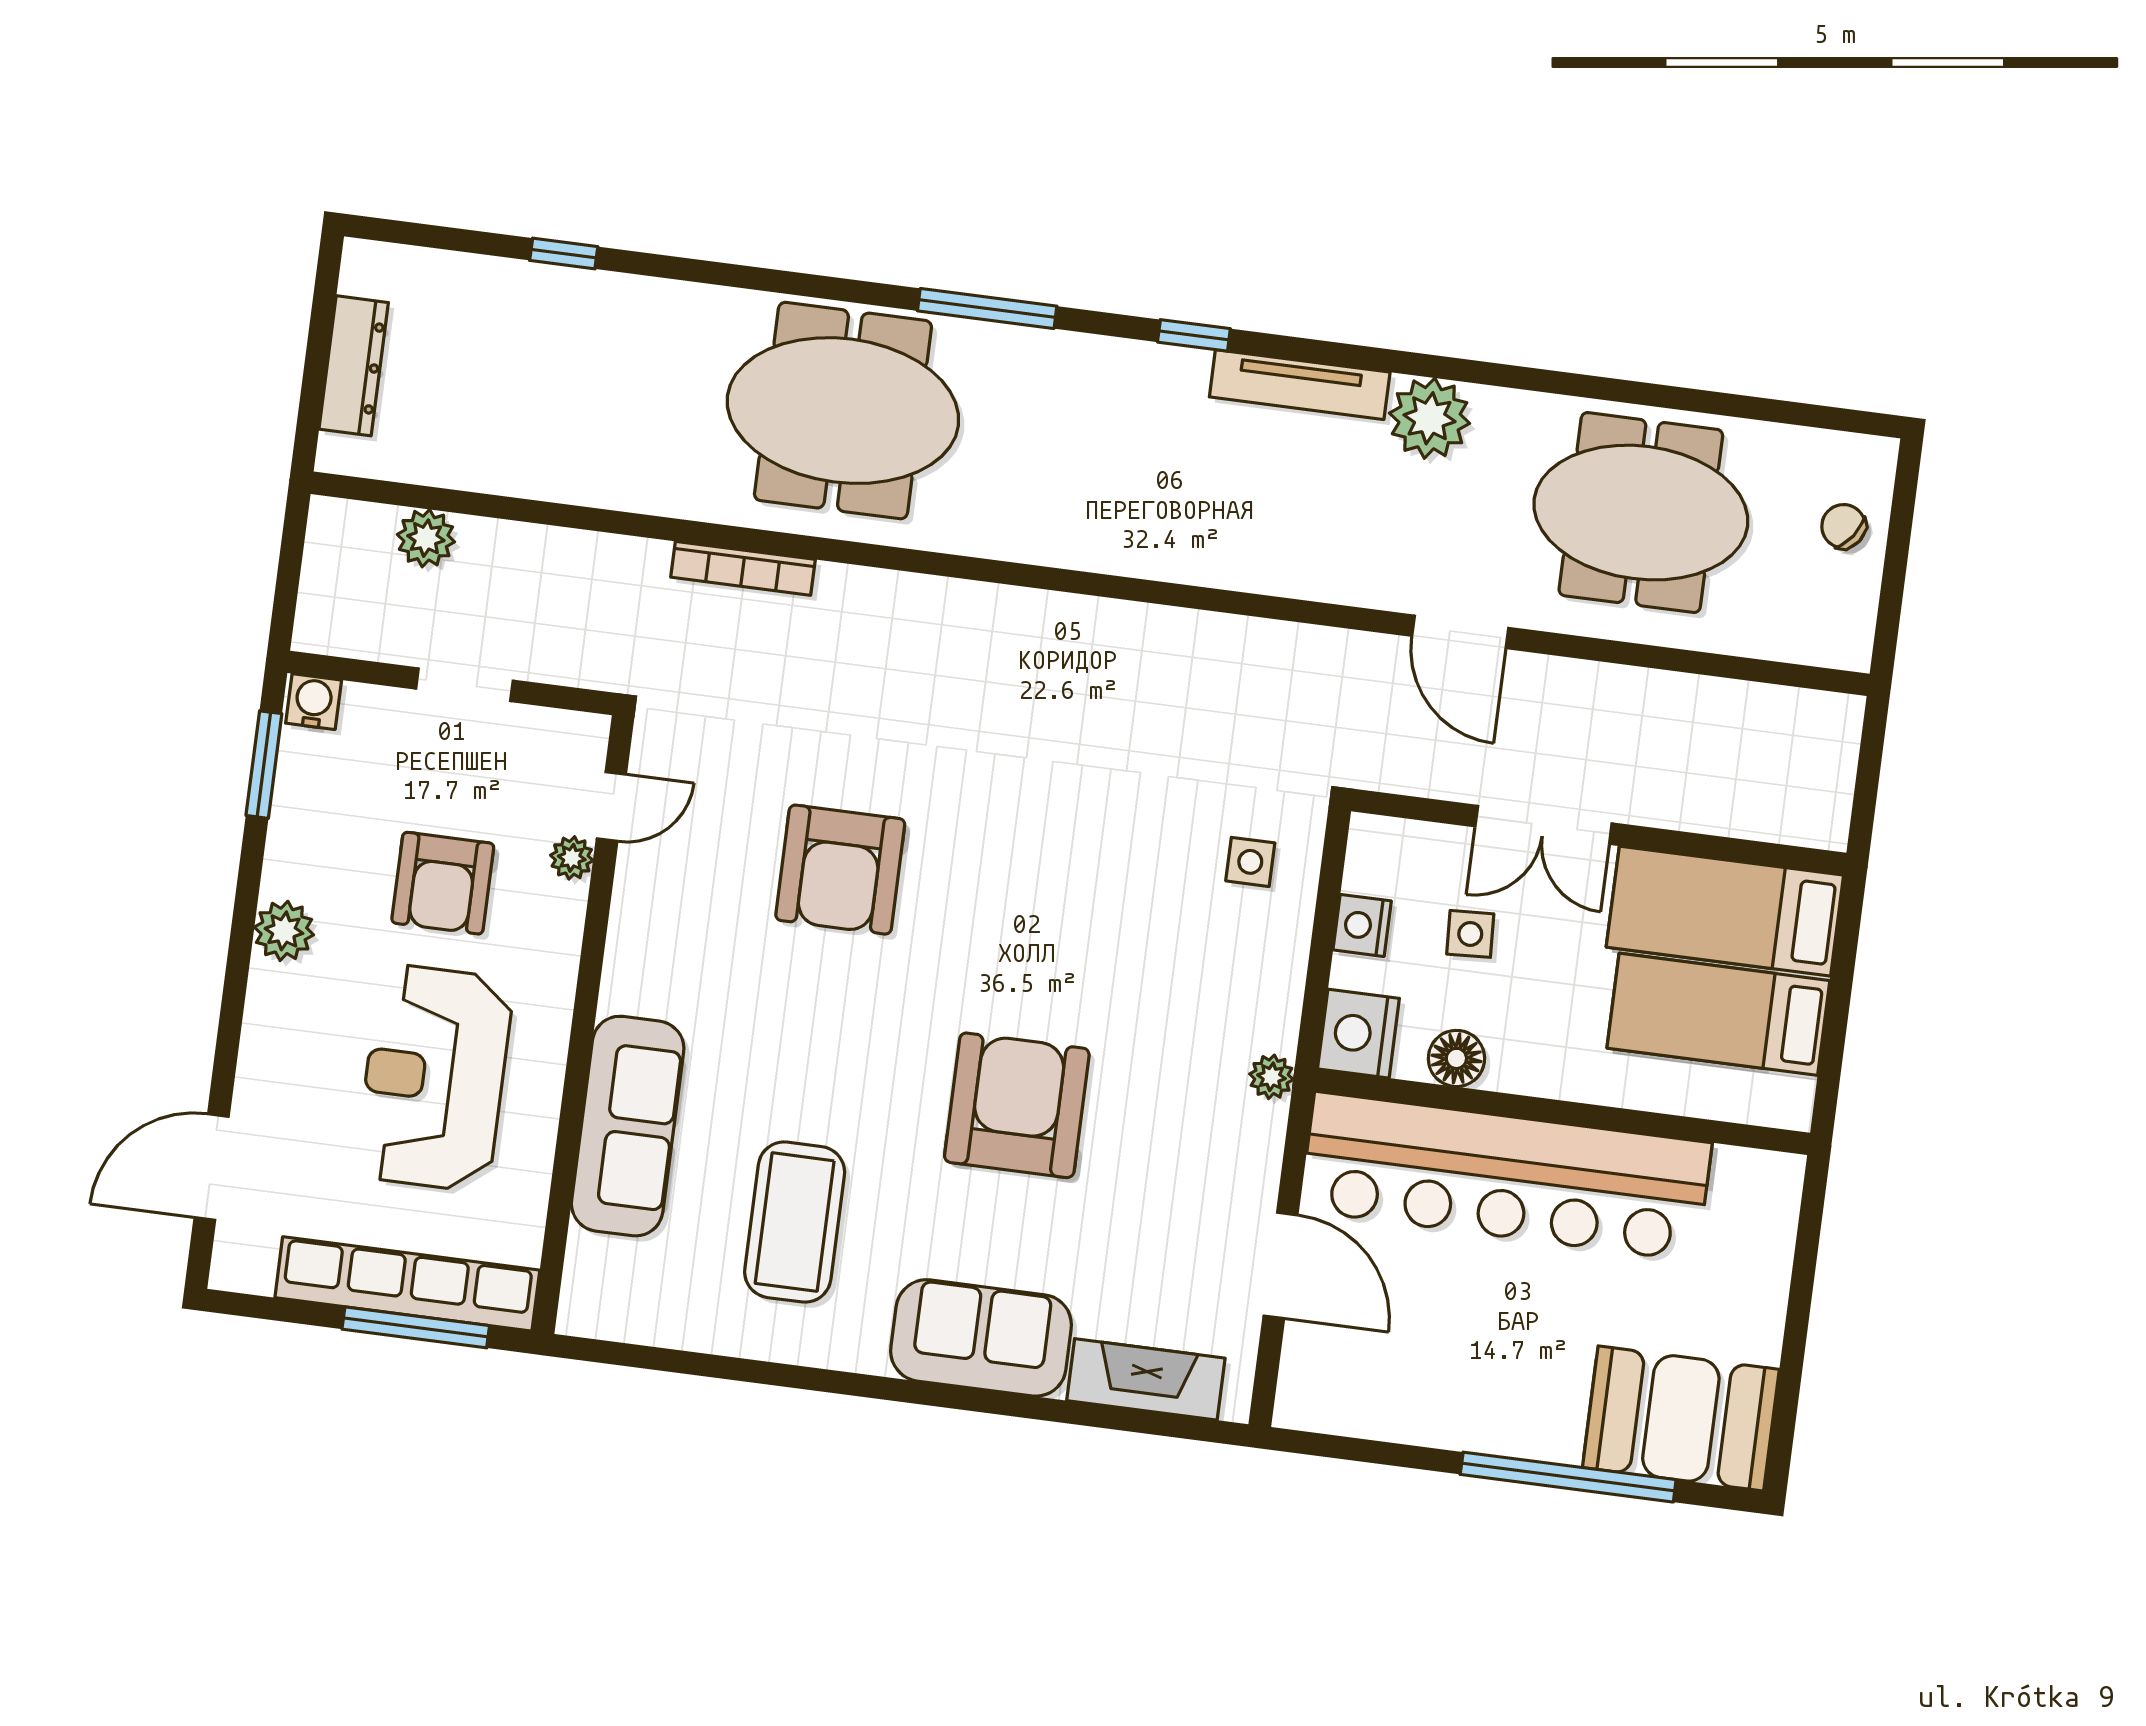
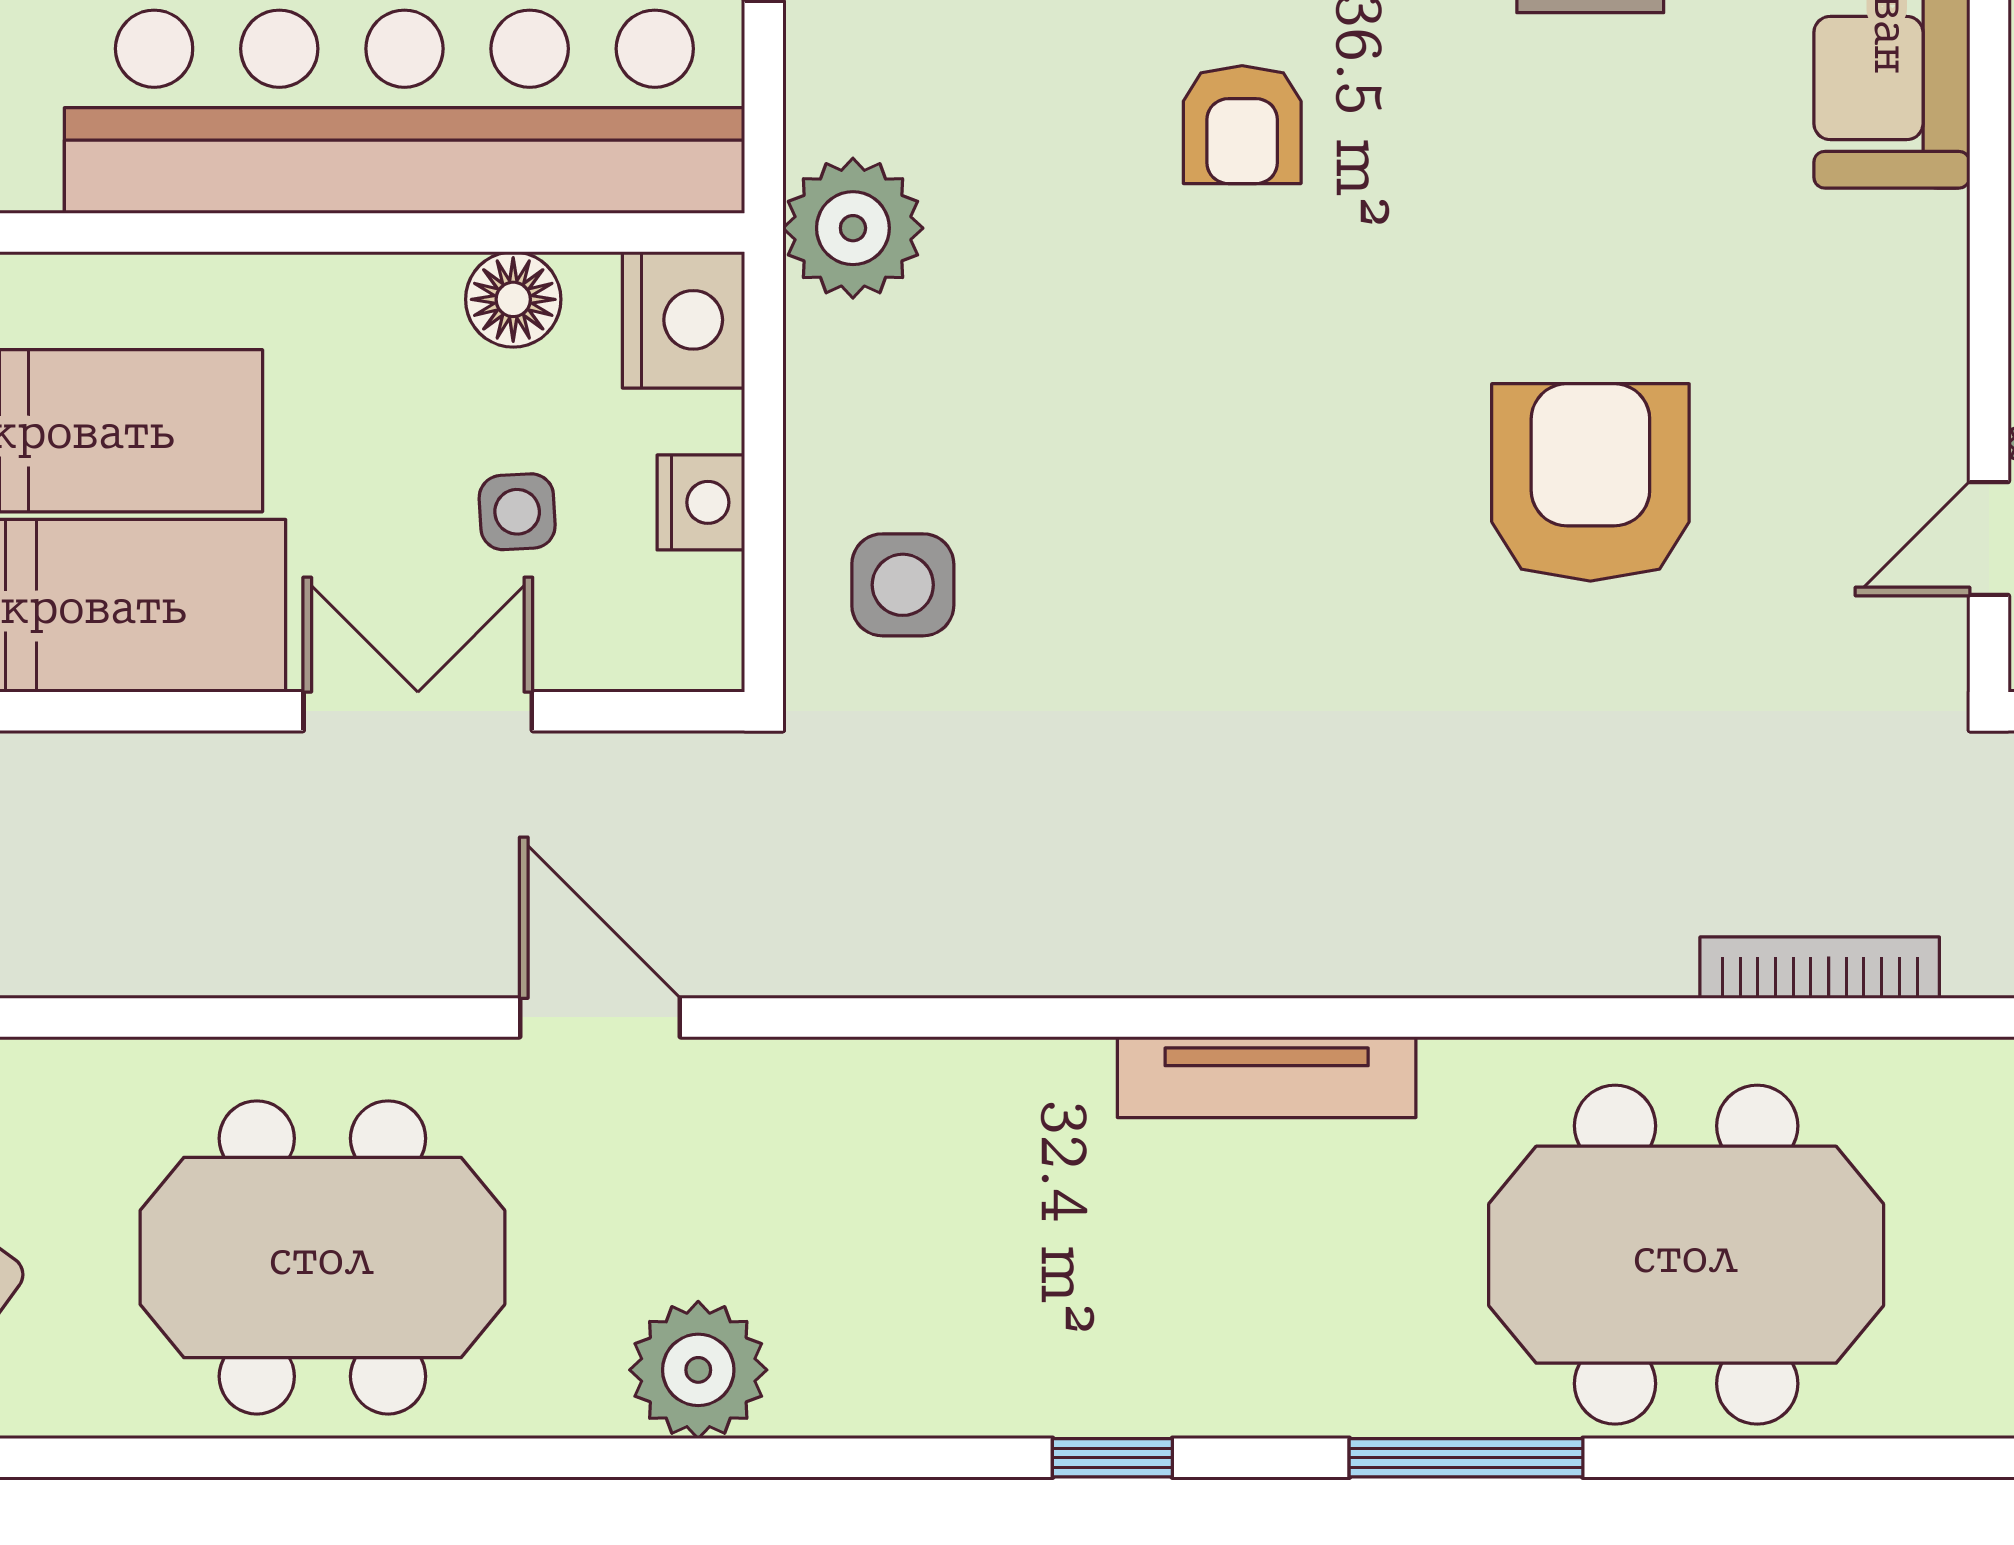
tv unit: (1300, 385) -> (1267, 1077), moved, turned 180
side table: (1250, 862) -> (903, 585), width x1.37, depth x1.37
plant: (1271, 1077) -> (853, 228), width x1.88, depth x1.88
armchair: (1017, 1105) -> (1242, 125), width x0.53, depth x0.53

